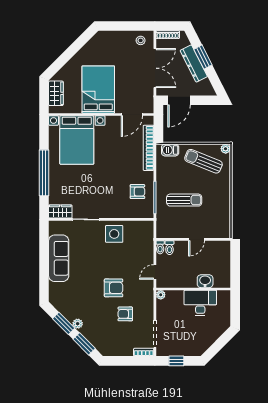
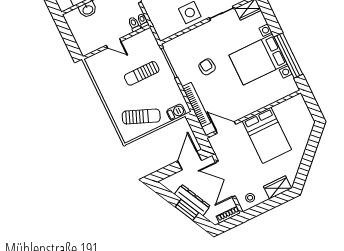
wardrobe: (56, 93) -> (278, 187), moved, turned 90
door: (132, 114) -> (226, 128), hinge flipped
bed with nightstands: (77, 140) -> (258, 60), moved, turned -90
plant: (226, 149) -> (127, 137), removed
window: (44, 173) -> (288, 56), moved
armchair: (137, 192) -> (207, 67), moved, turned 83
door: (197, 239) -> (114, 43), swing flipped

